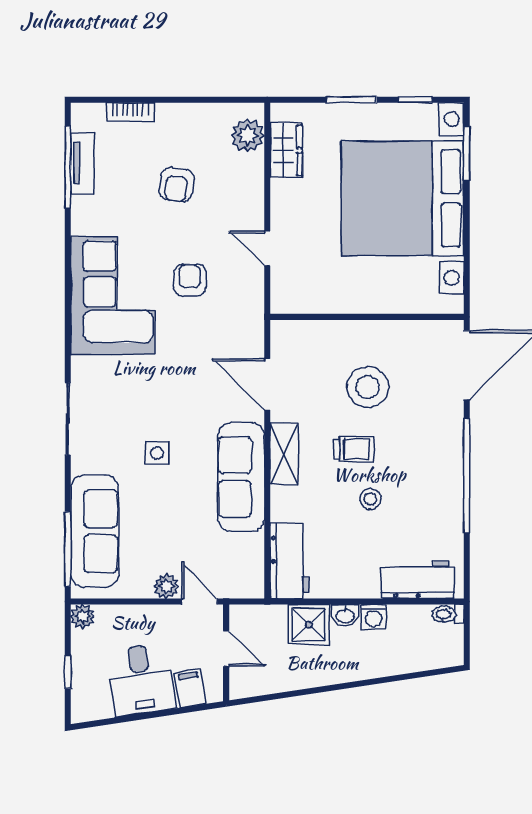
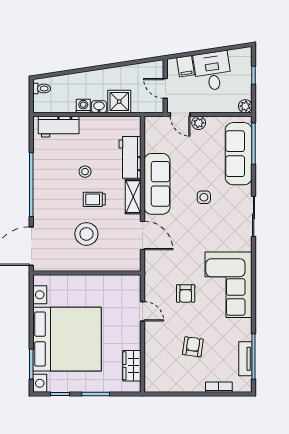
plant: (248, 135) -> (153, 374), removed
workbench: (290, 561) -> (130, 157), moved
toilet: (448, 614) -> (42, 89), moved

